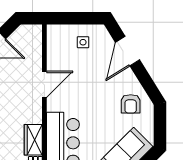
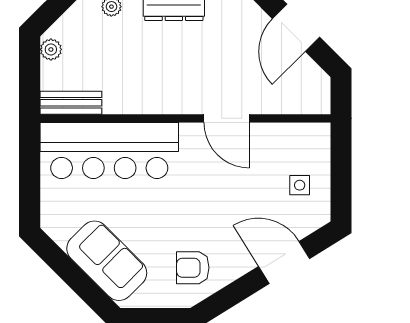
wardrobe: (33, 140) -> (131, 99), removed

